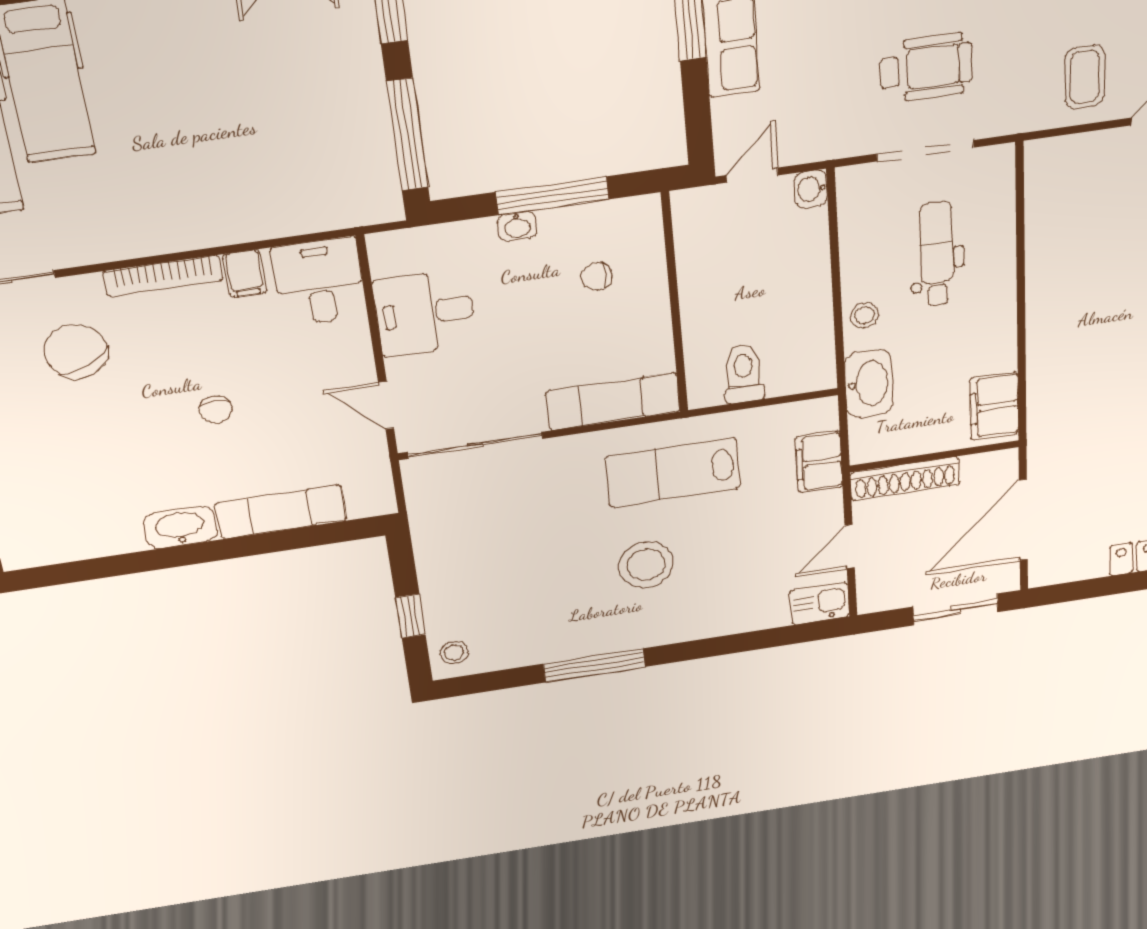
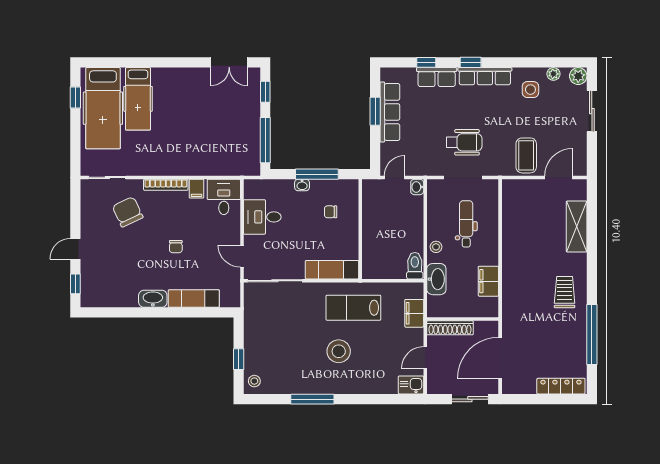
coffee table: (1085, 77) -> (526, 155), width x1.36, depth x1.30
toilet: (744, 374) -> (415, 266), moved
filing cabinet: (994, 406) -> (488, 281), moved

